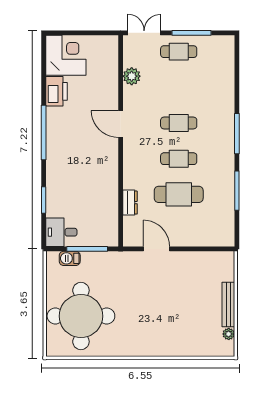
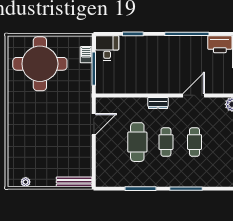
dresser: (130, 203) -> (158, 103), moved
bench: (228, 305) -> (74, 182), moved

